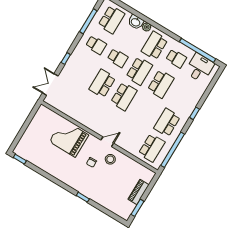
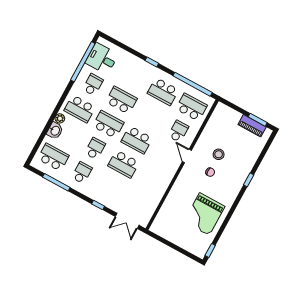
school desk: (124, 96) -> (137, 140), turned 180
school desk: (130, 135) -> (178, 131), added
grand piano: (69, 138) -> (204, 214), moved
stool: (110, 159) -> (219, 154), moved
piano: (138, 192) -> (252, 126), moved

